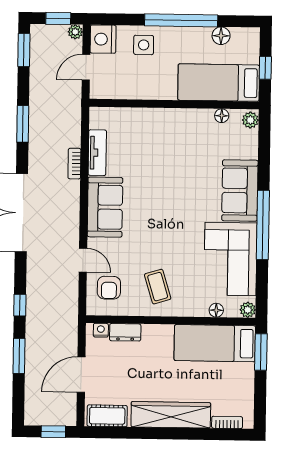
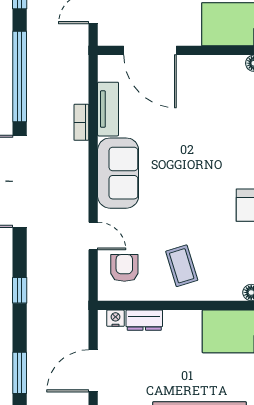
door: (134, 103) -> (150, 50), added
window: (23, 124) -> (20, 77), width x2.11
armchair: (109, 288) -> (124, 268), turned 180
window: (19, 356) -> (20, 373), moved

